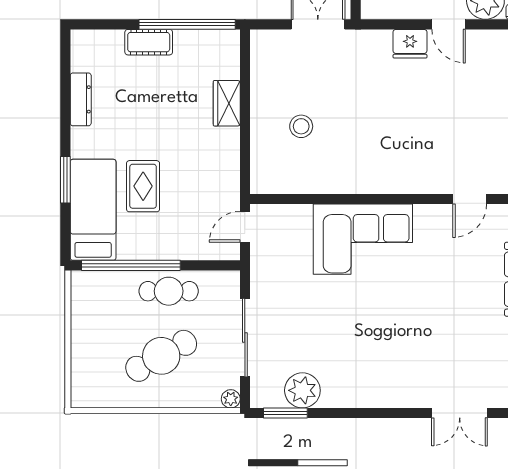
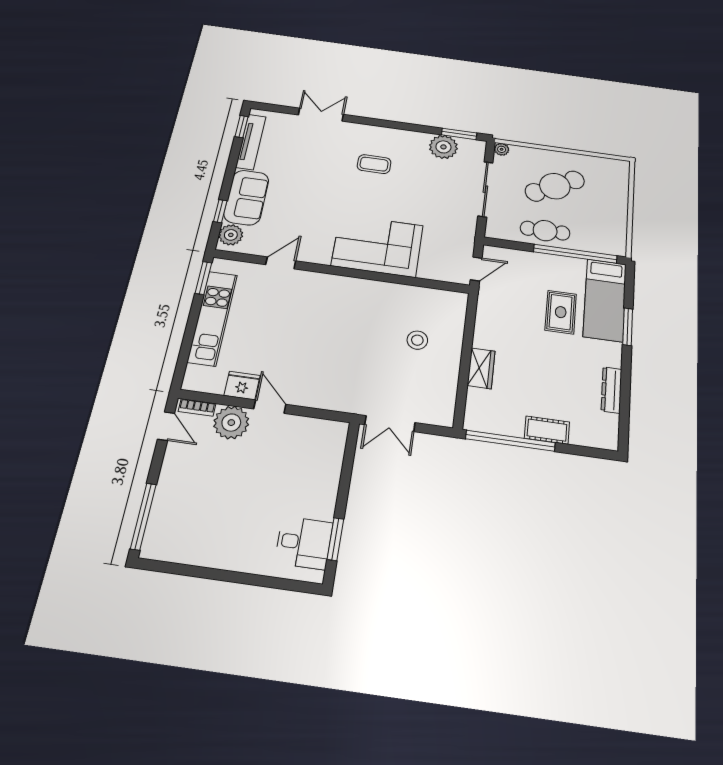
fridge: (410, 44) -> (242, 386), moved
coffee table: (383, 351) -> (374, 164), added

